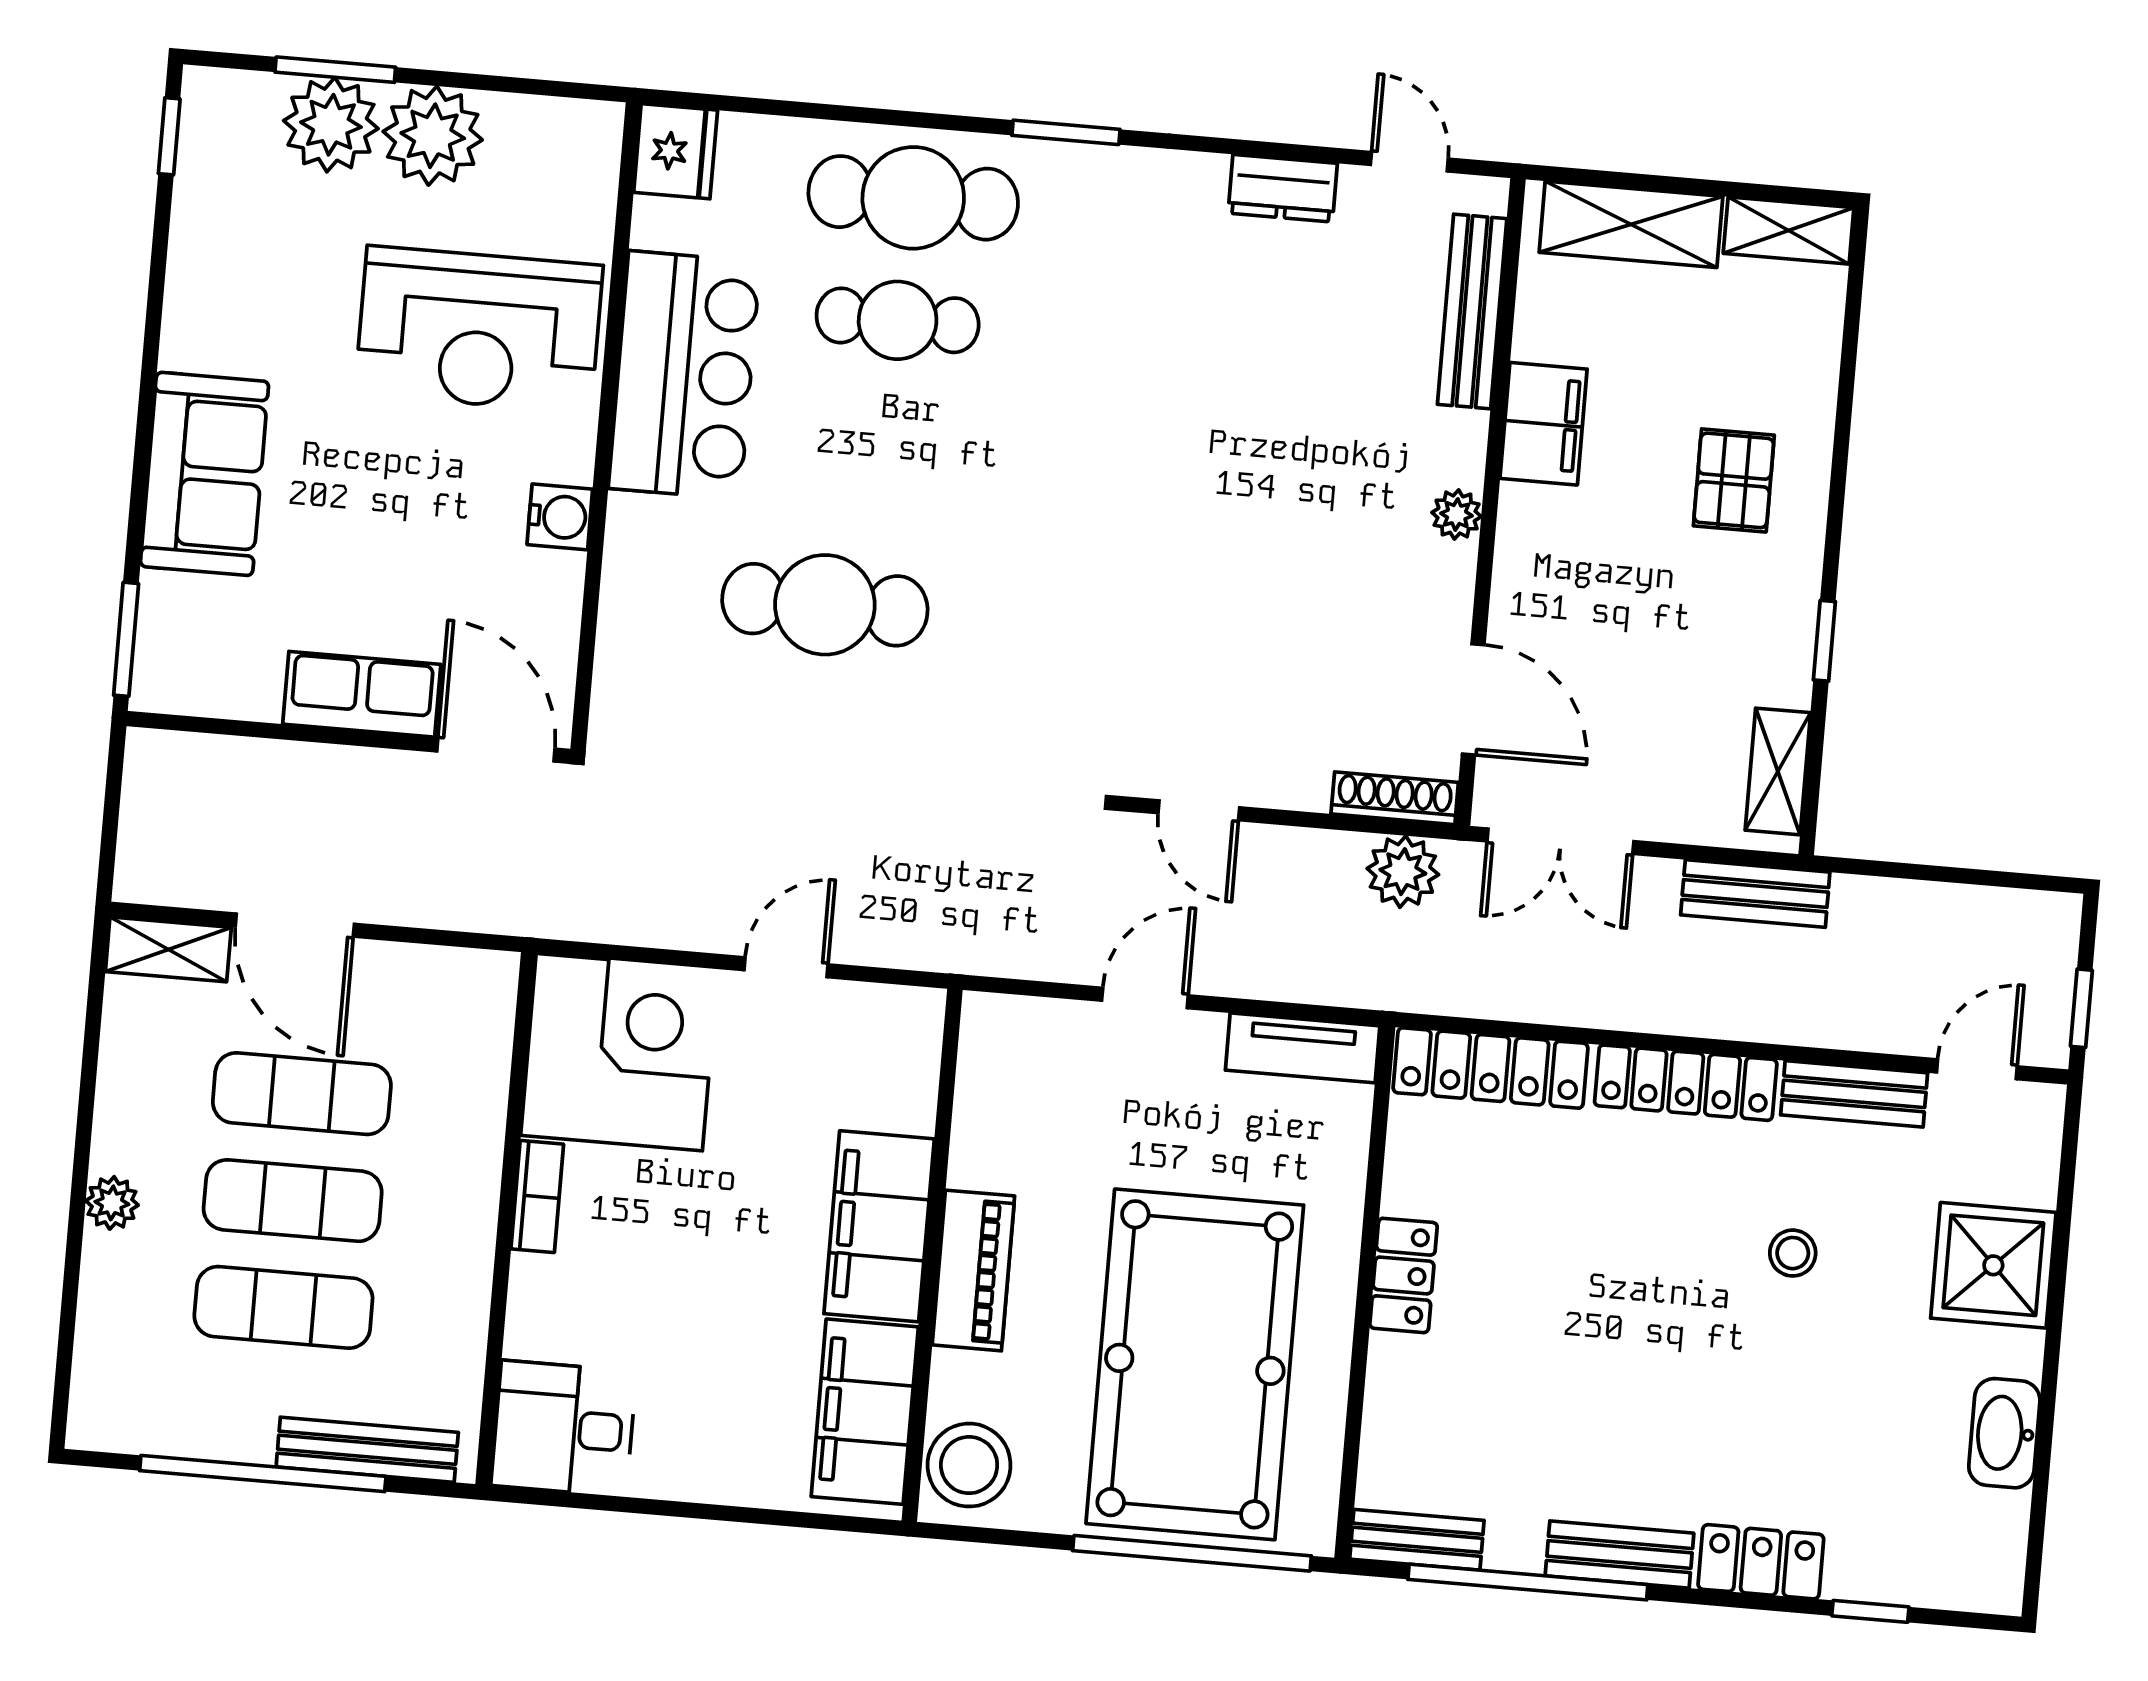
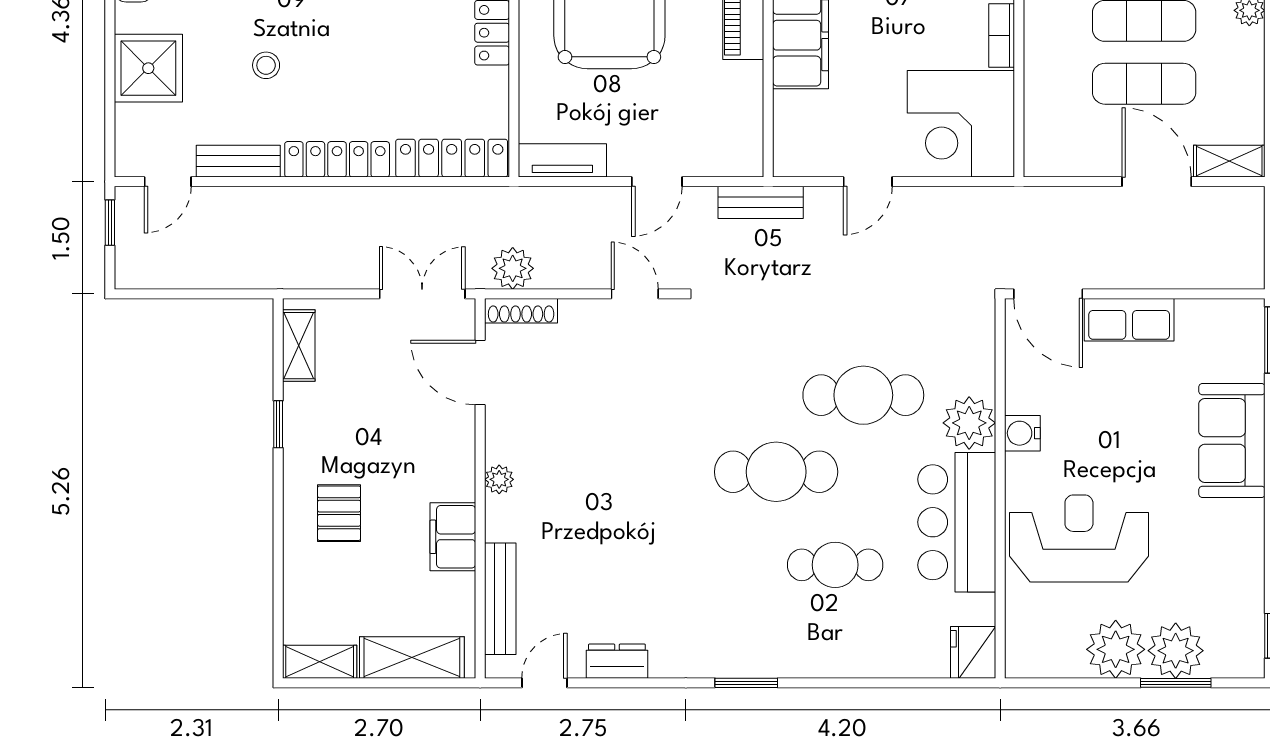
door: (1409, 162) -> (544, 683), swing flipped
cafe table: (913, 198) -> (776, 472), moved
plant: (649, 542) -> (969, 423), added
bench: (1755, 894) -> (761, 202), moved

